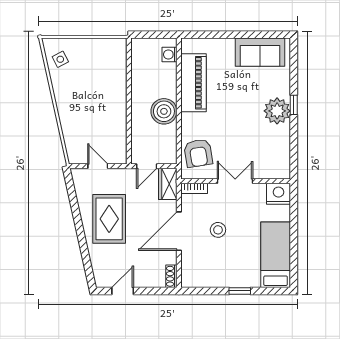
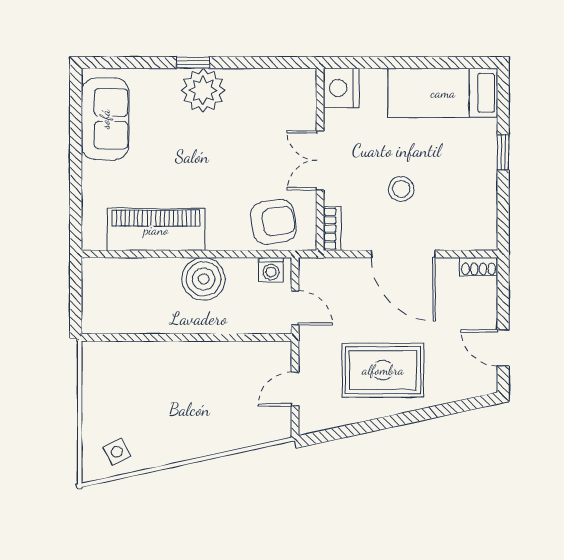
washing machine: (170, 54) -> (271, 270), moved
wardrobe: (168, 184) -> (325, 273), removed

